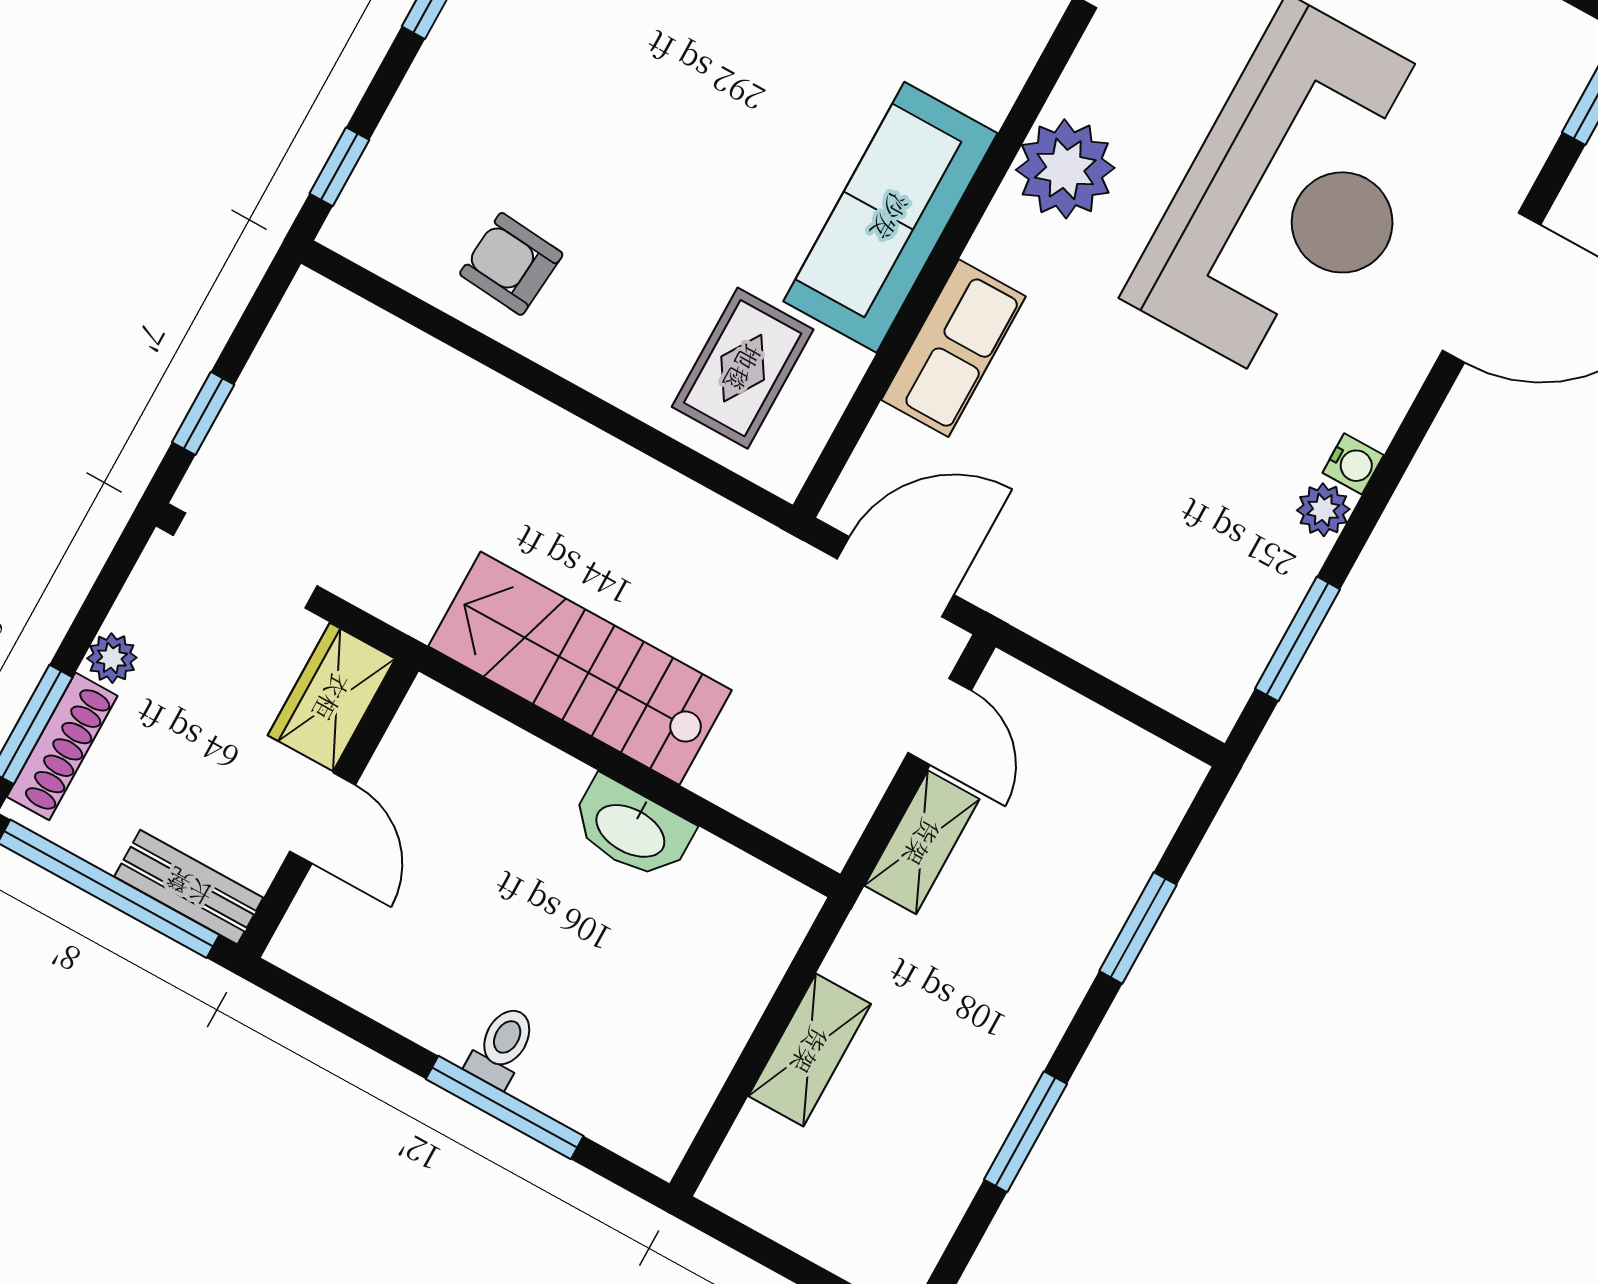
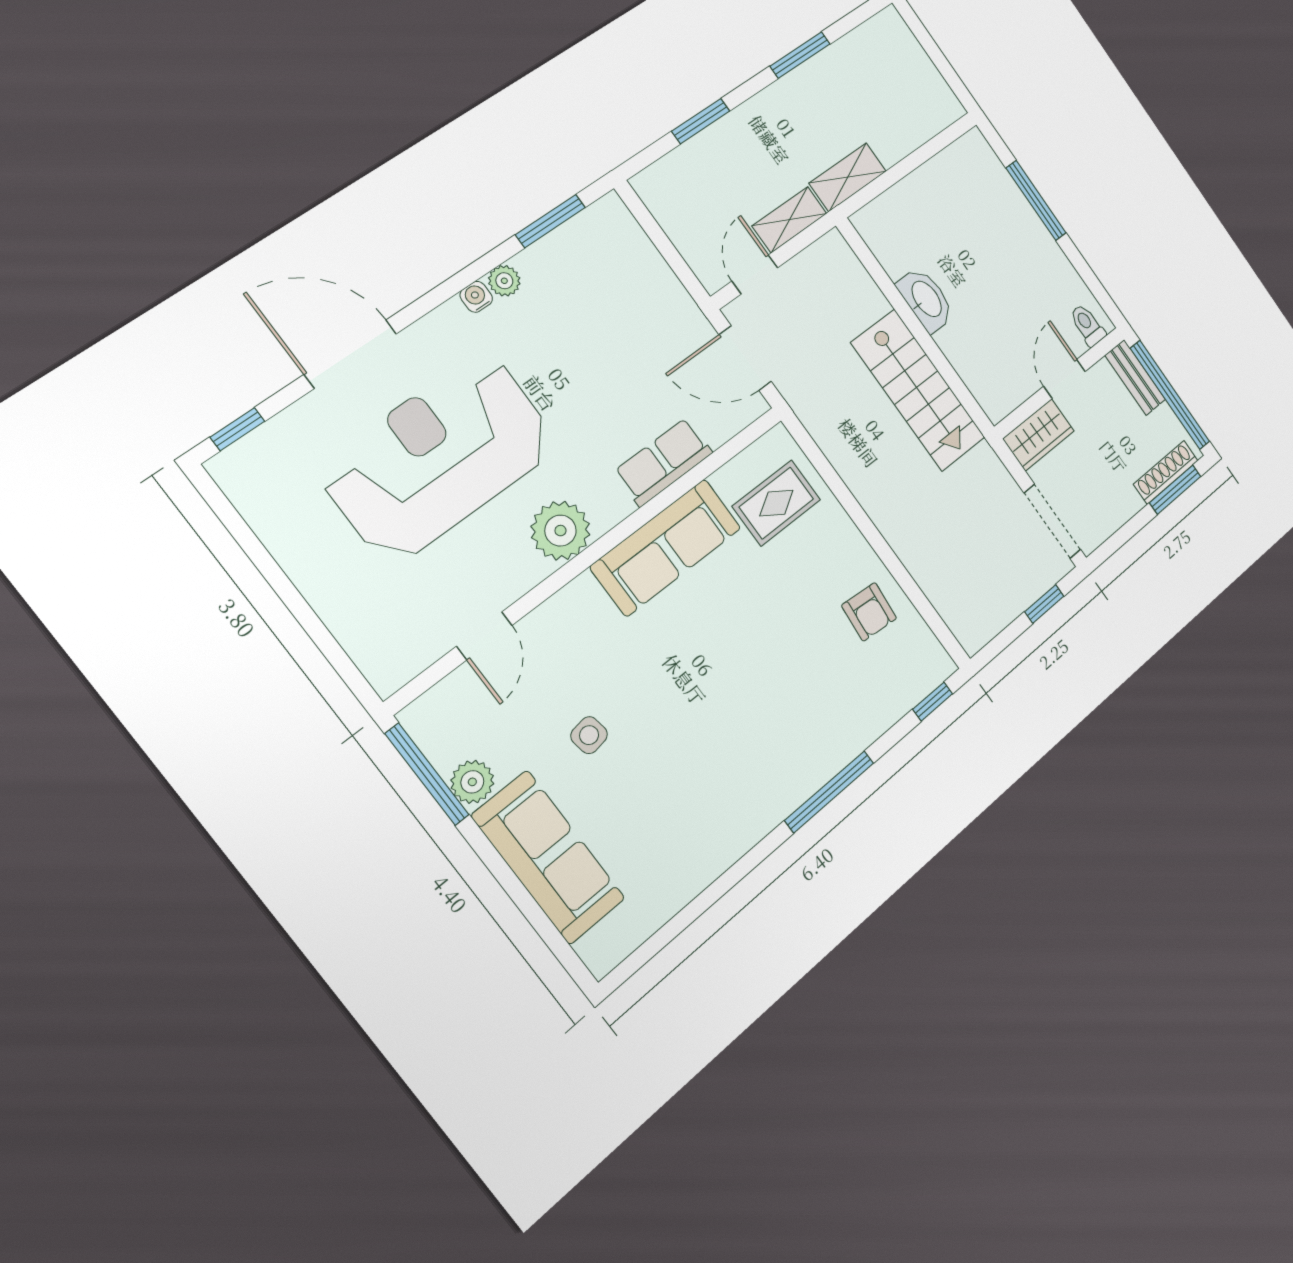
plant: (112, 658) -> (1129, 504), removed
toilet: (502, 1046) -> (1088, 325), moved, turned 90
shelving: (810, 1050) -> (848, 177), moved

